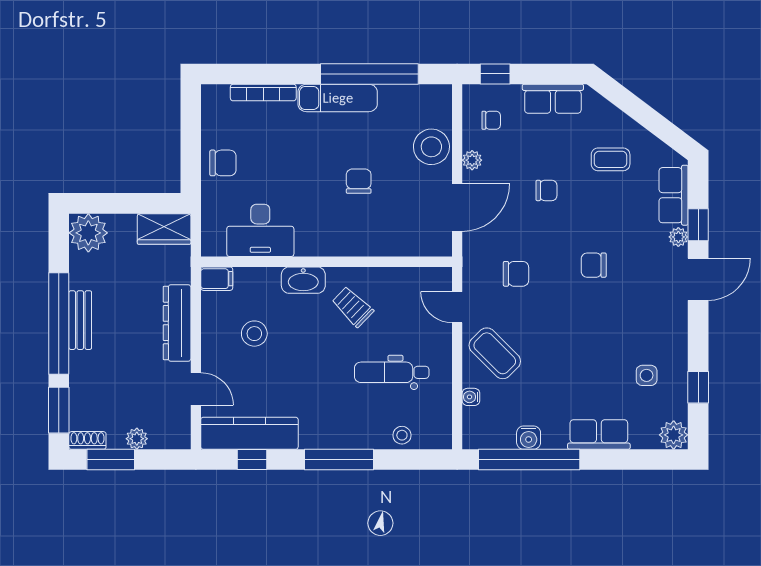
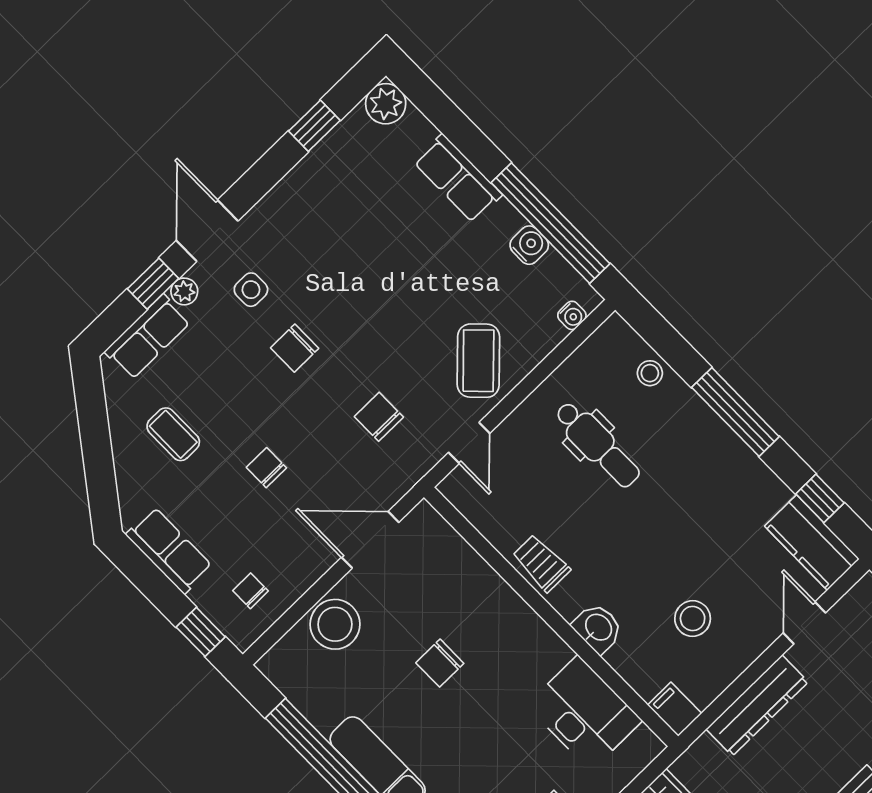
plant: (472, 160) -> (309, 571), removed
chair: (594, 265) -> (295, 348), turned 90
door: (698, 279) -> (207, 231), hinge flipped
washbasin: (303, 280) -> (598, 628), width x0.72
trolley: (353, 307) -> (541, 563), moved, turned 136
side table: (647, 375) -> (251, 290), moved
water cooler: (471, 397) -> (572, 315), moved
kitchen counter: (249, 433) -> (812, 543), width x0.67

